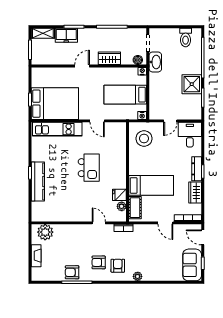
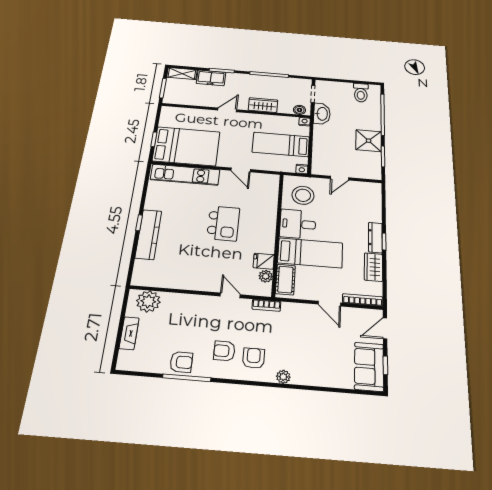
desk: (190, 135) -> (298, 224), moved, turned -90
door: (203, 237) -> (385, 328), hinge flipped
armchair: (72, 272) -> (181, 362), turned 180

